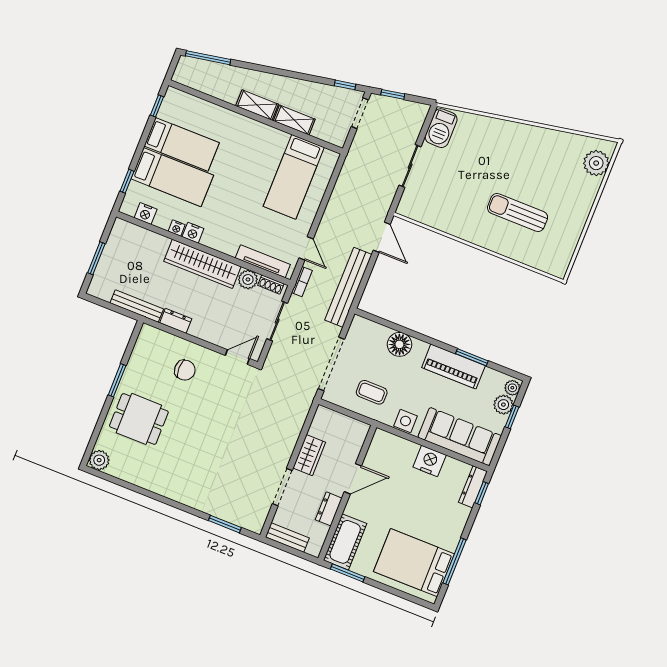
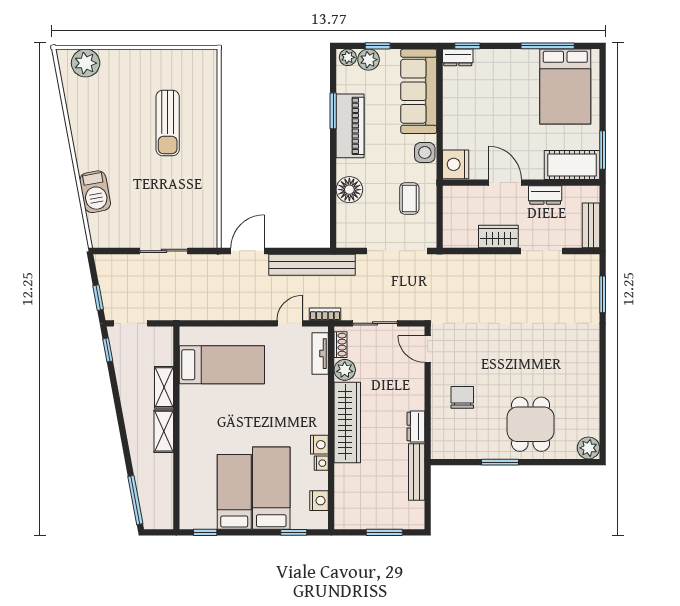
barbecue: (441, 128) -> (95, 192), moved, turned 80
tv unit: (263, 261) -> (320, 354), width x0.71
nightstand: (430, 461) -> (456, 164), moved
dresser: (473, 487) -> (458, 57), width x0.70

